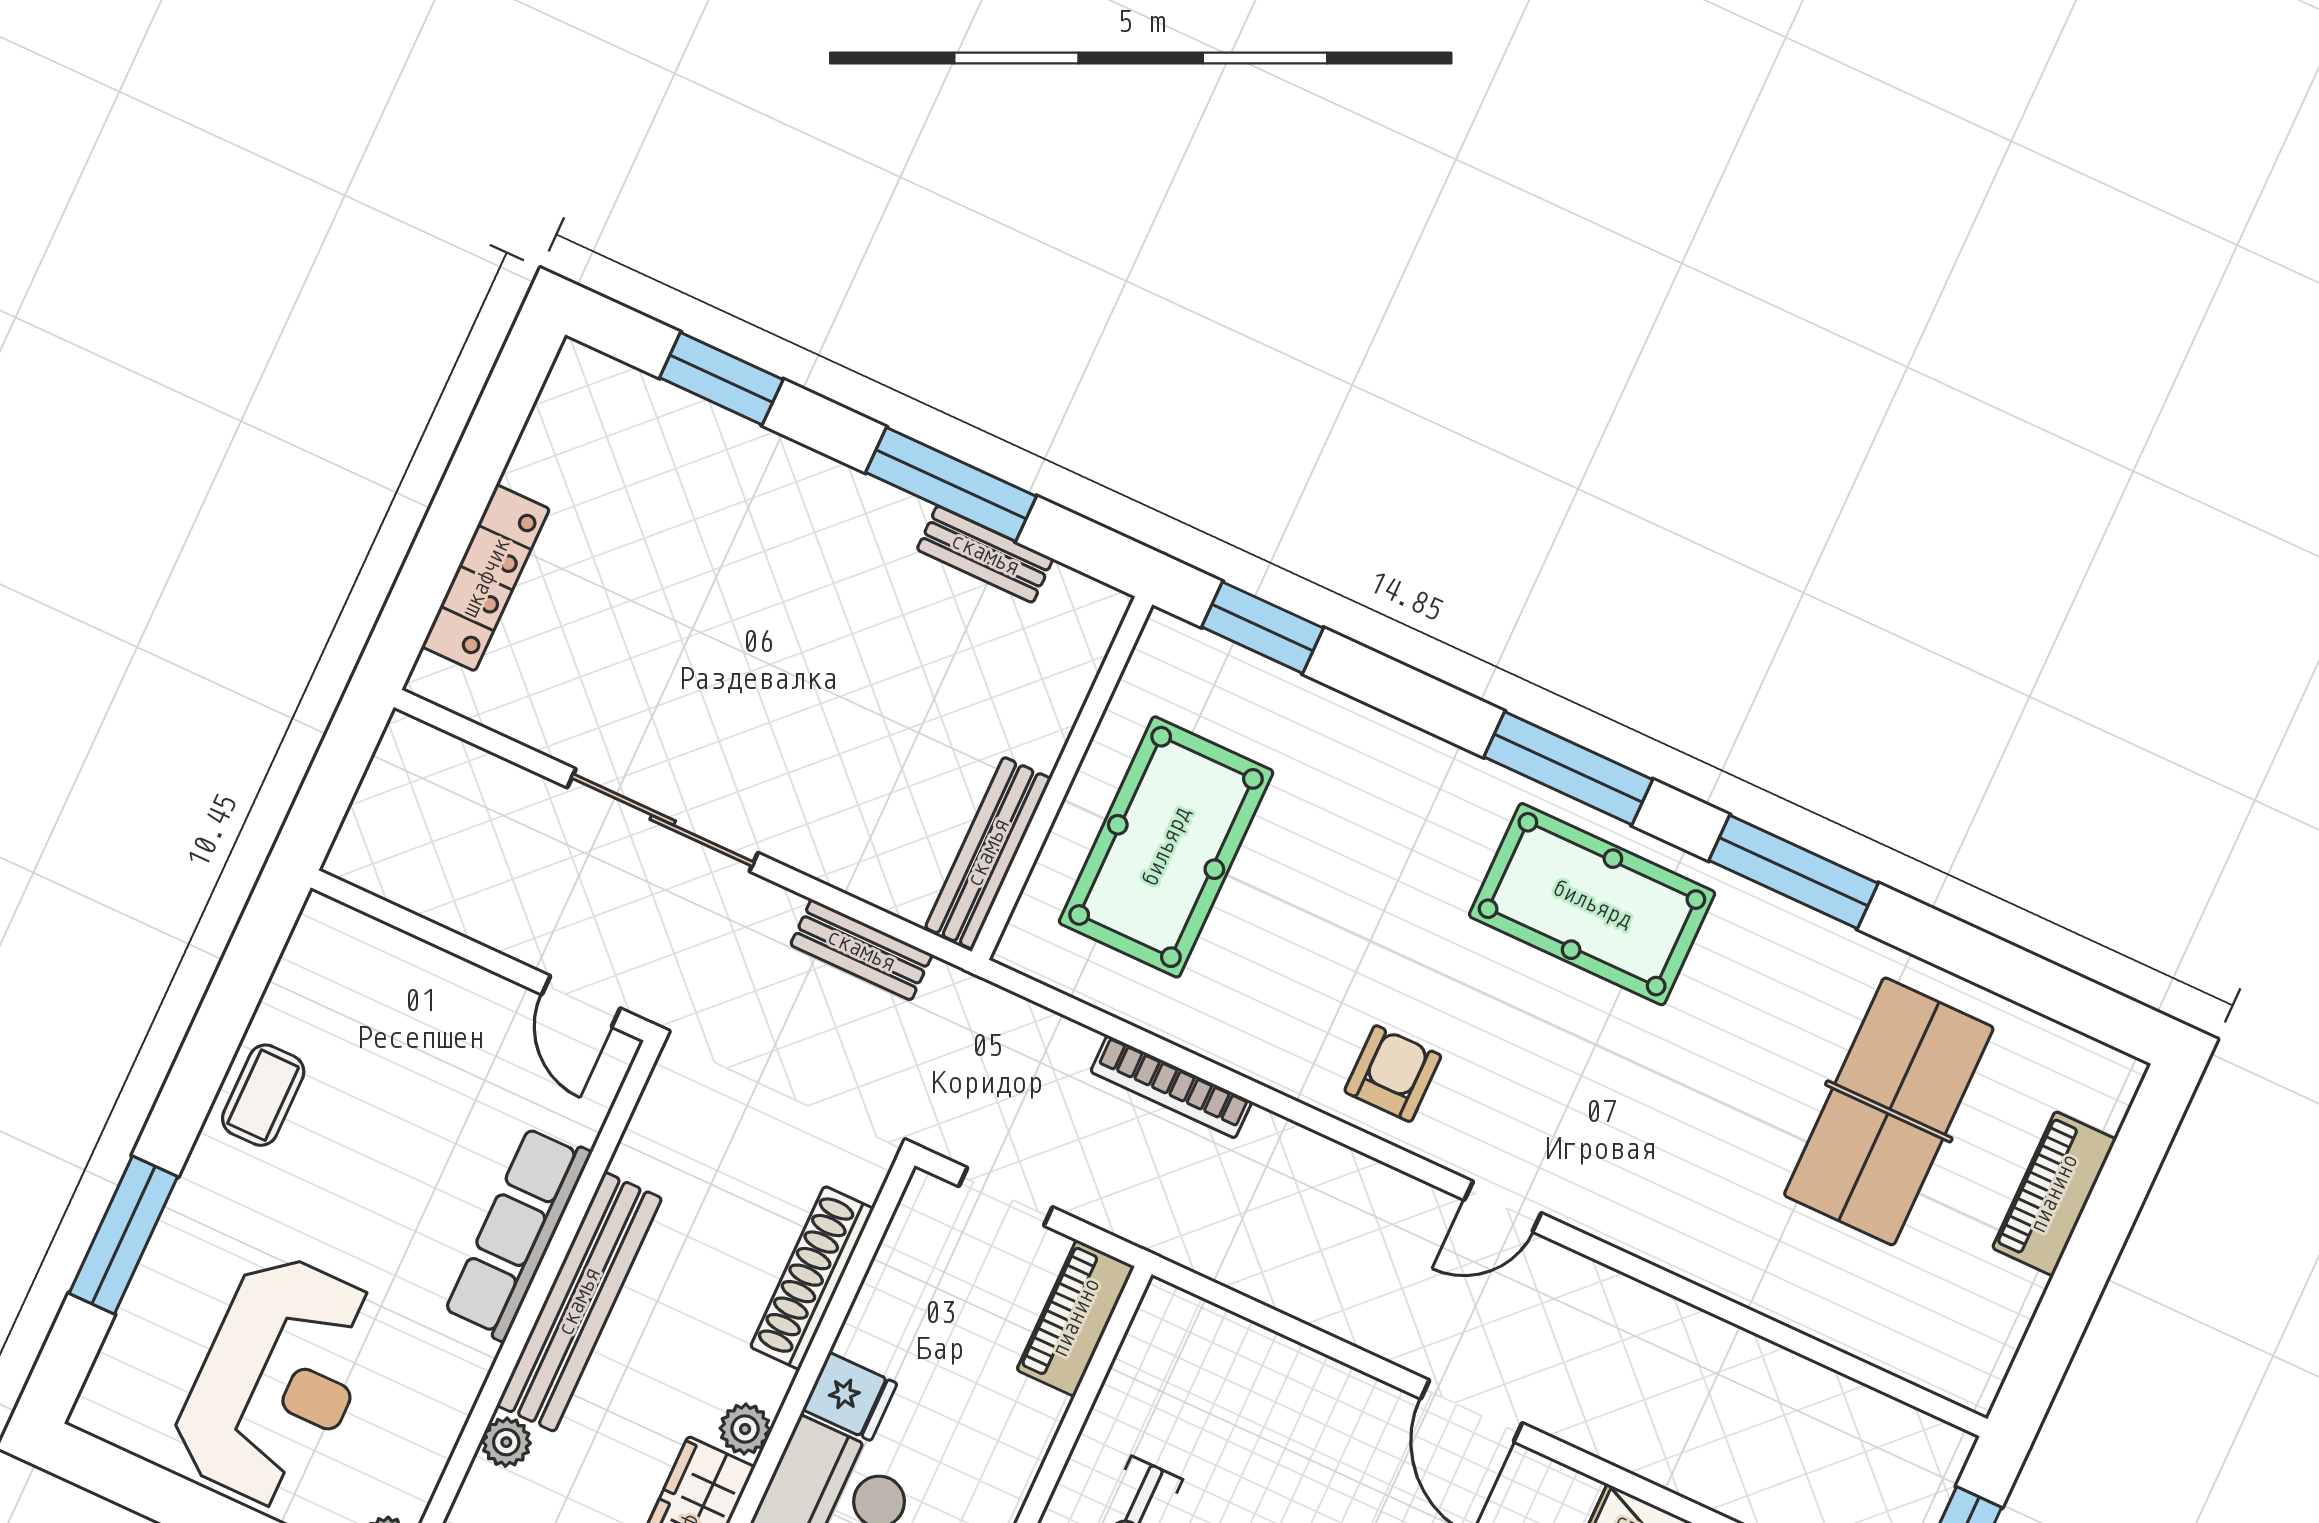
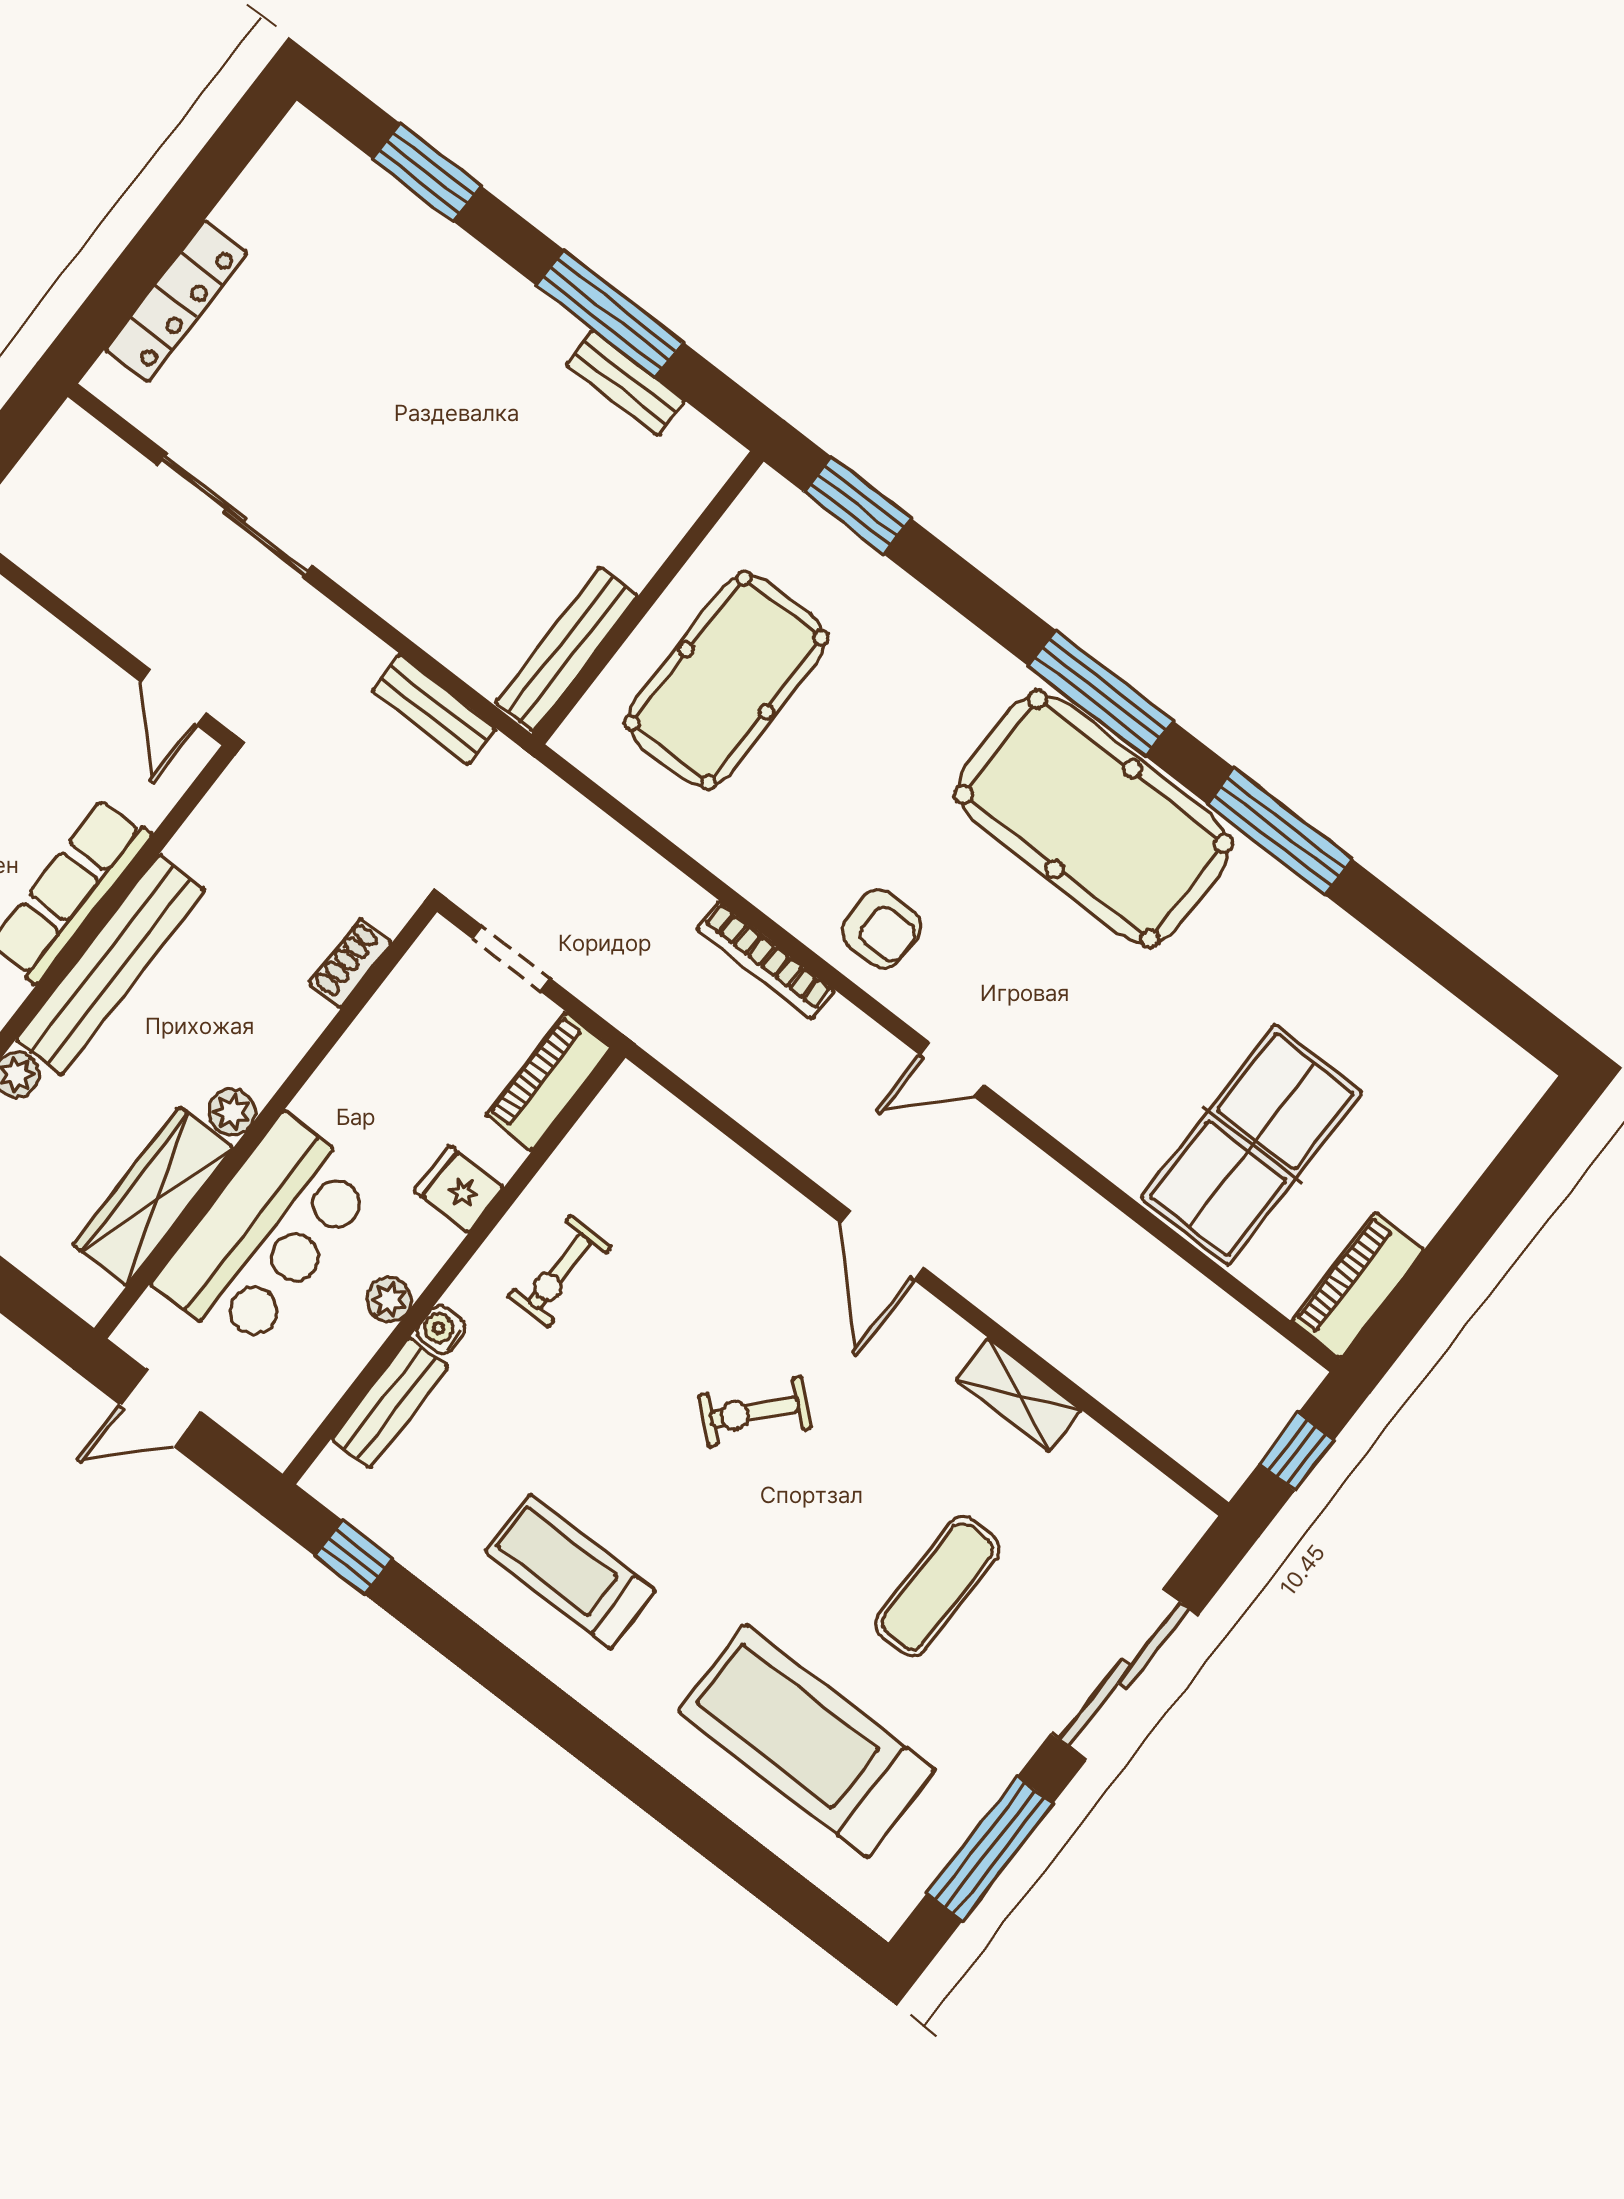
sliding door: (663, 820) -> (235, 515), moved
pool table: (1592, 904) -> (1094, 819), width x1.36, depth x1.32
armchair: (1393, 1074) -> (881, 929), turned 90
bookcase: (1171, 1087) -> (766, 960), moved
table tennis table: (1889, 1111) -> (1252, 1145), moved
piano: (2054, 1194) -> (1358, 1285), moved
shoe rack: (812, 1278) -> (350, 963), width x0.51, depth x0.81
fridge: (850, 1396) -> (459, 1189), moved, turned 180

